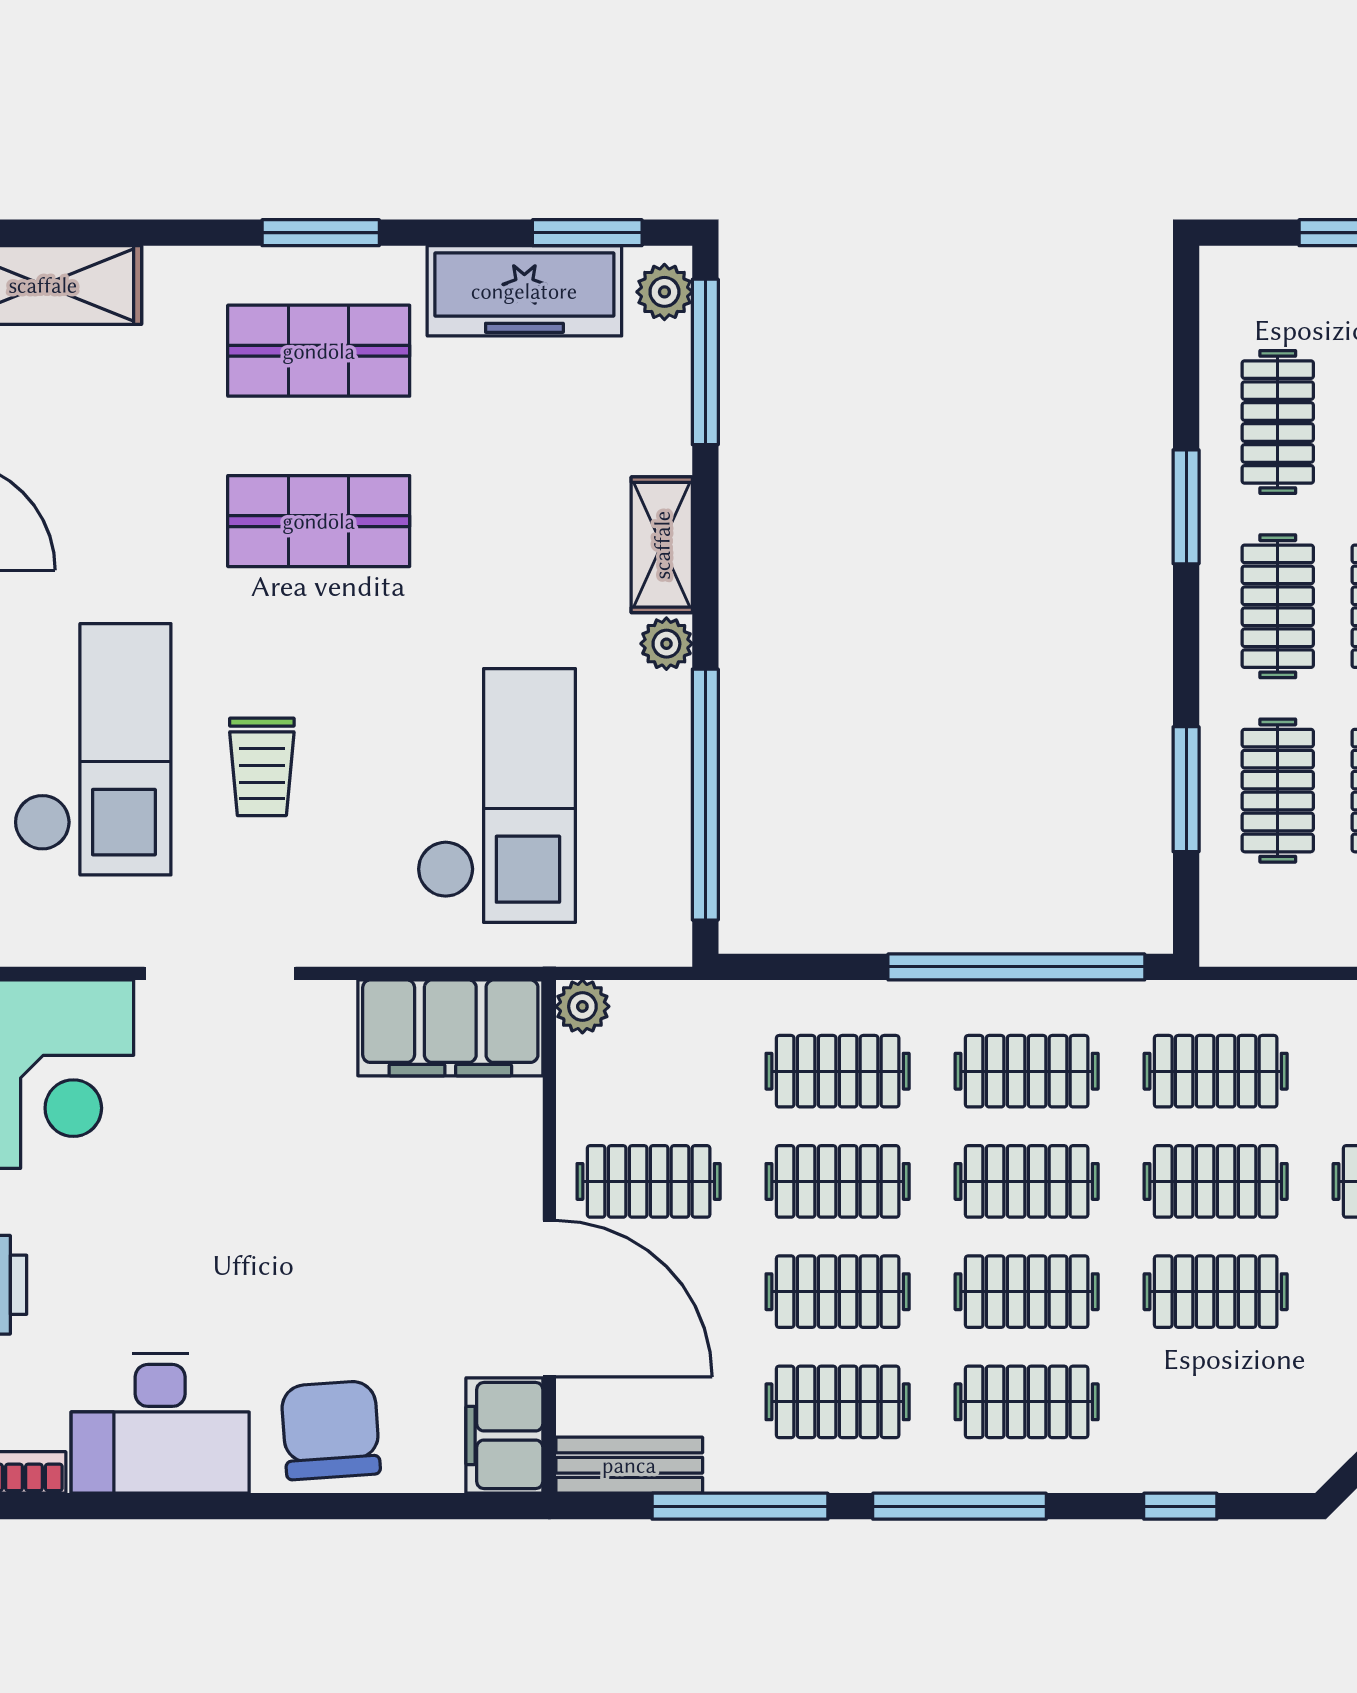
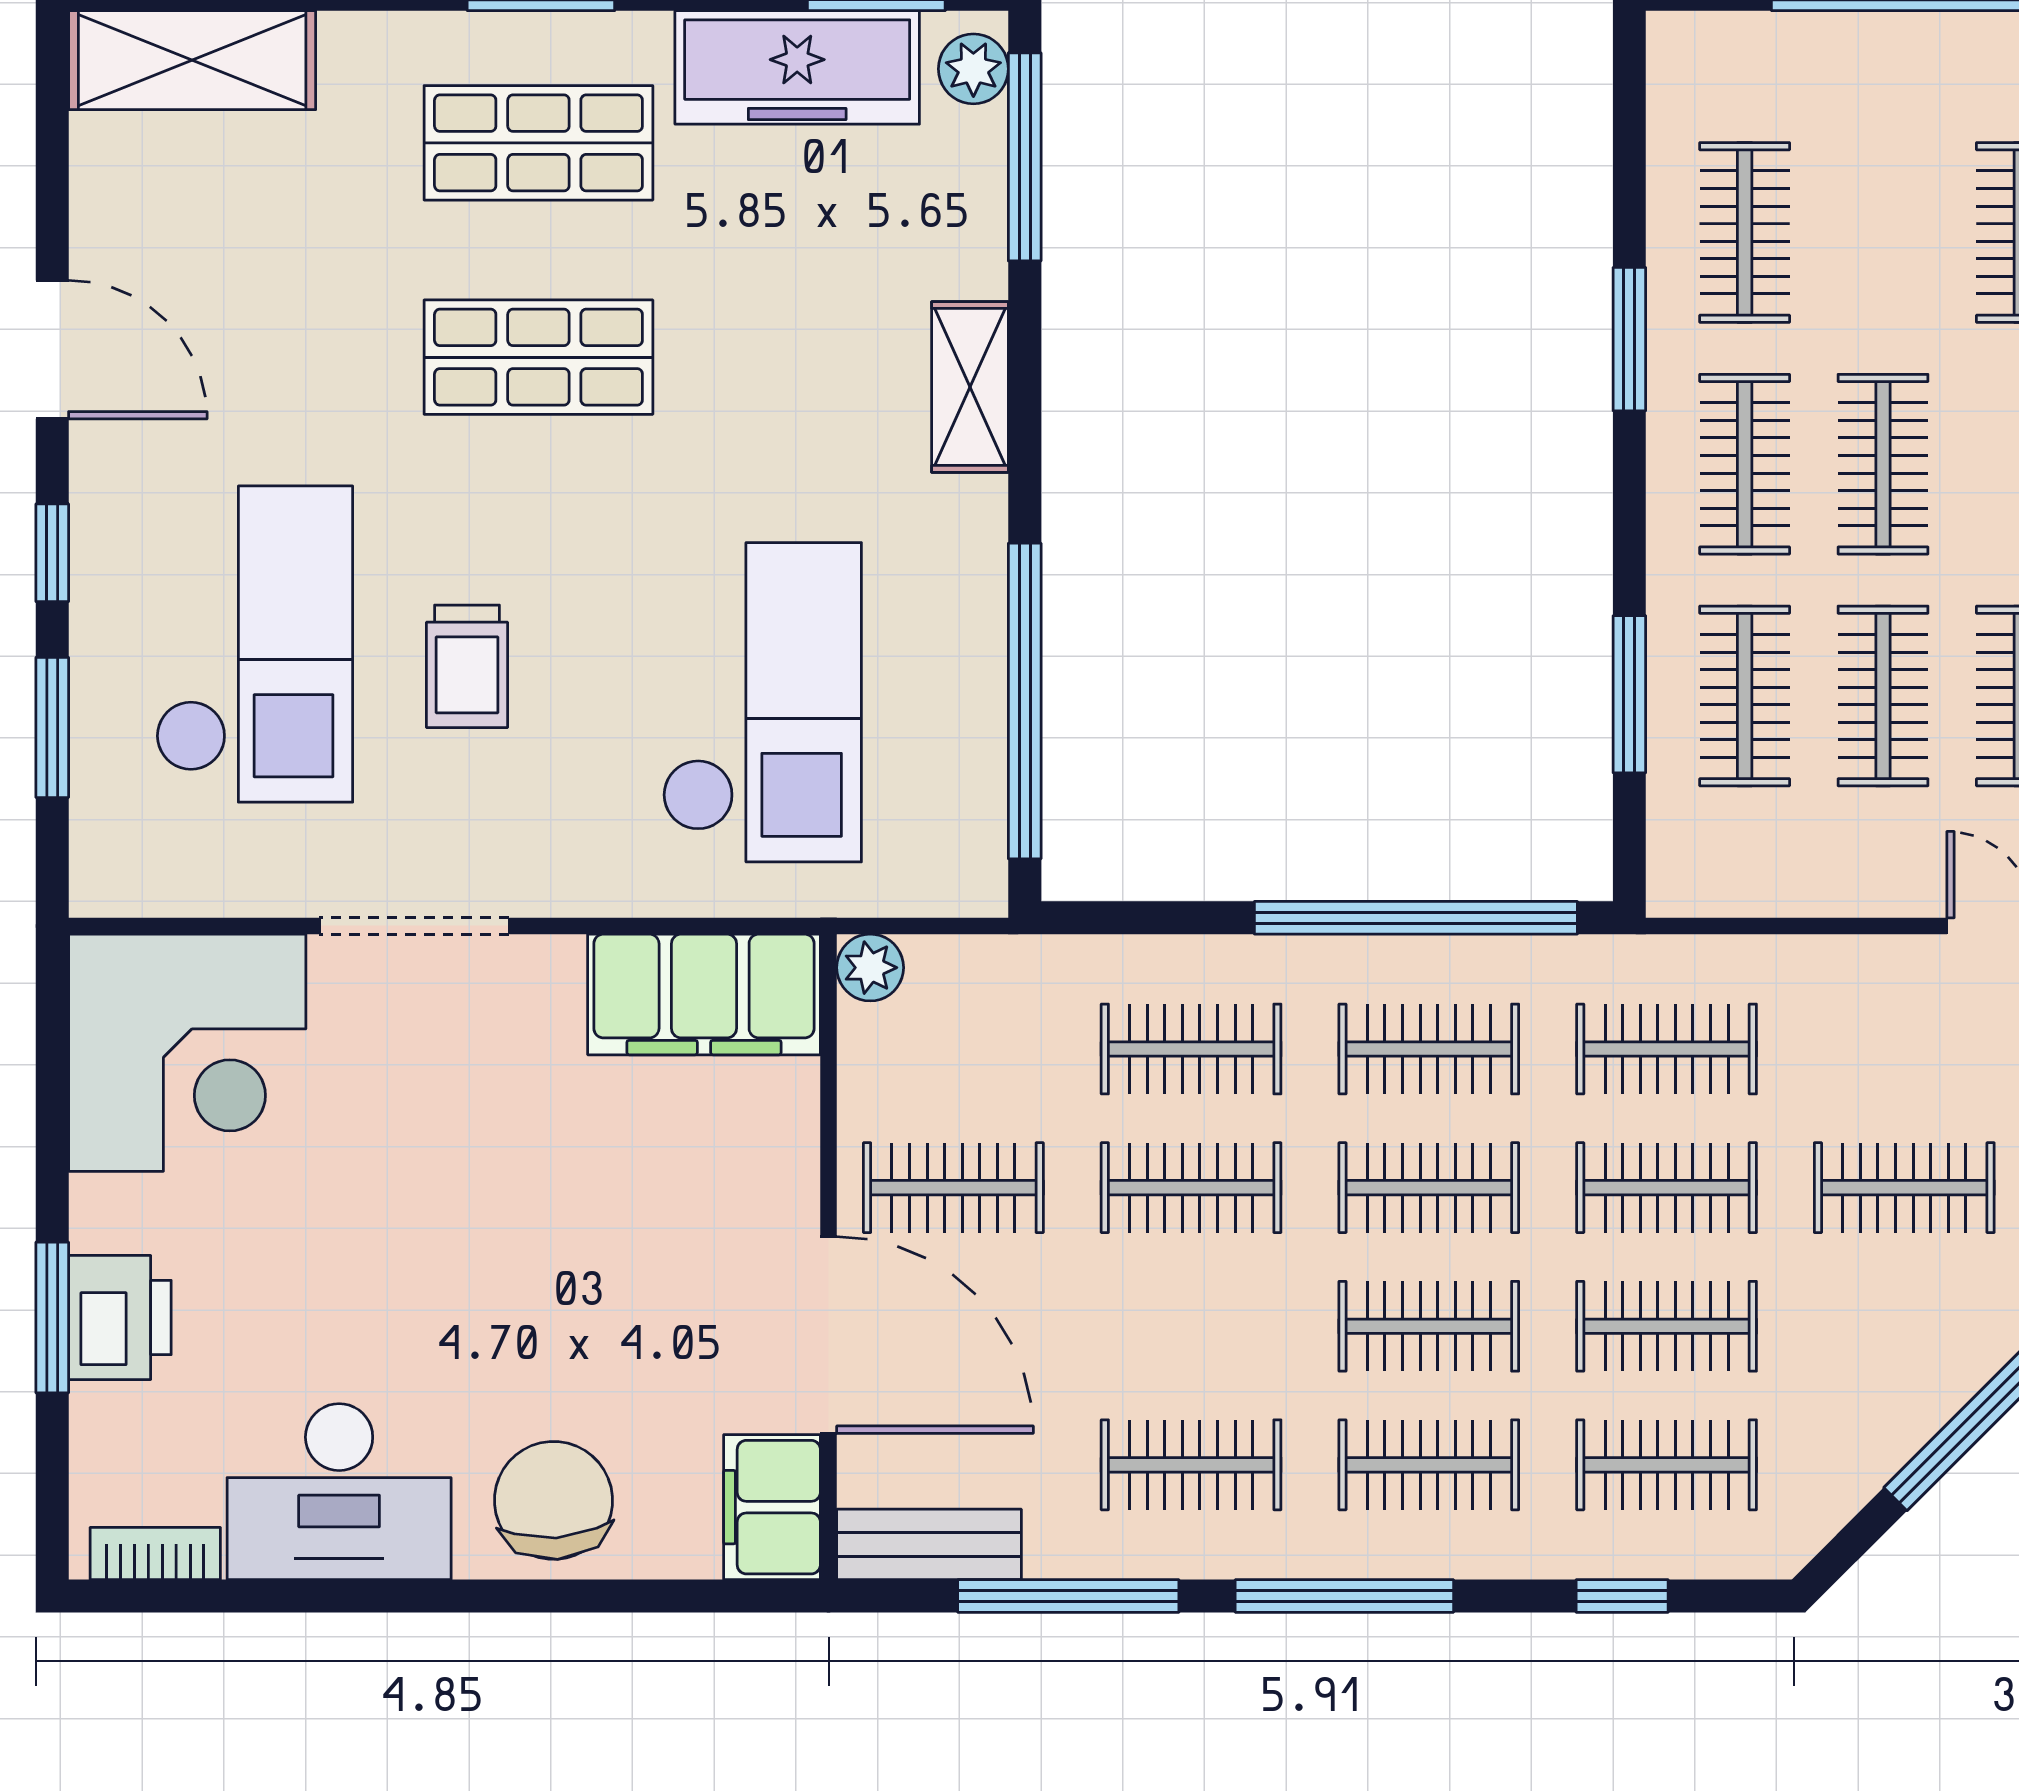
plant: (666, 644) -> (976, 511), removed
clothes rail: (838, 1292) -> (1667, 1465), moved

